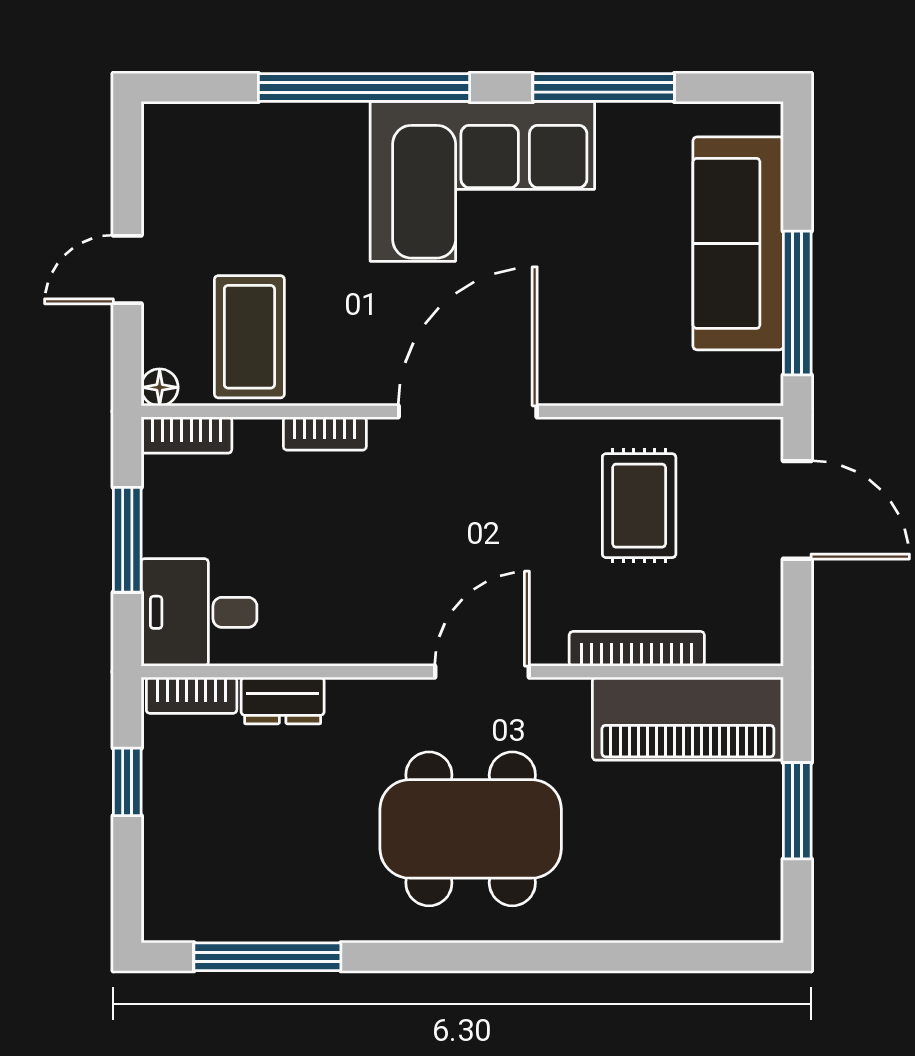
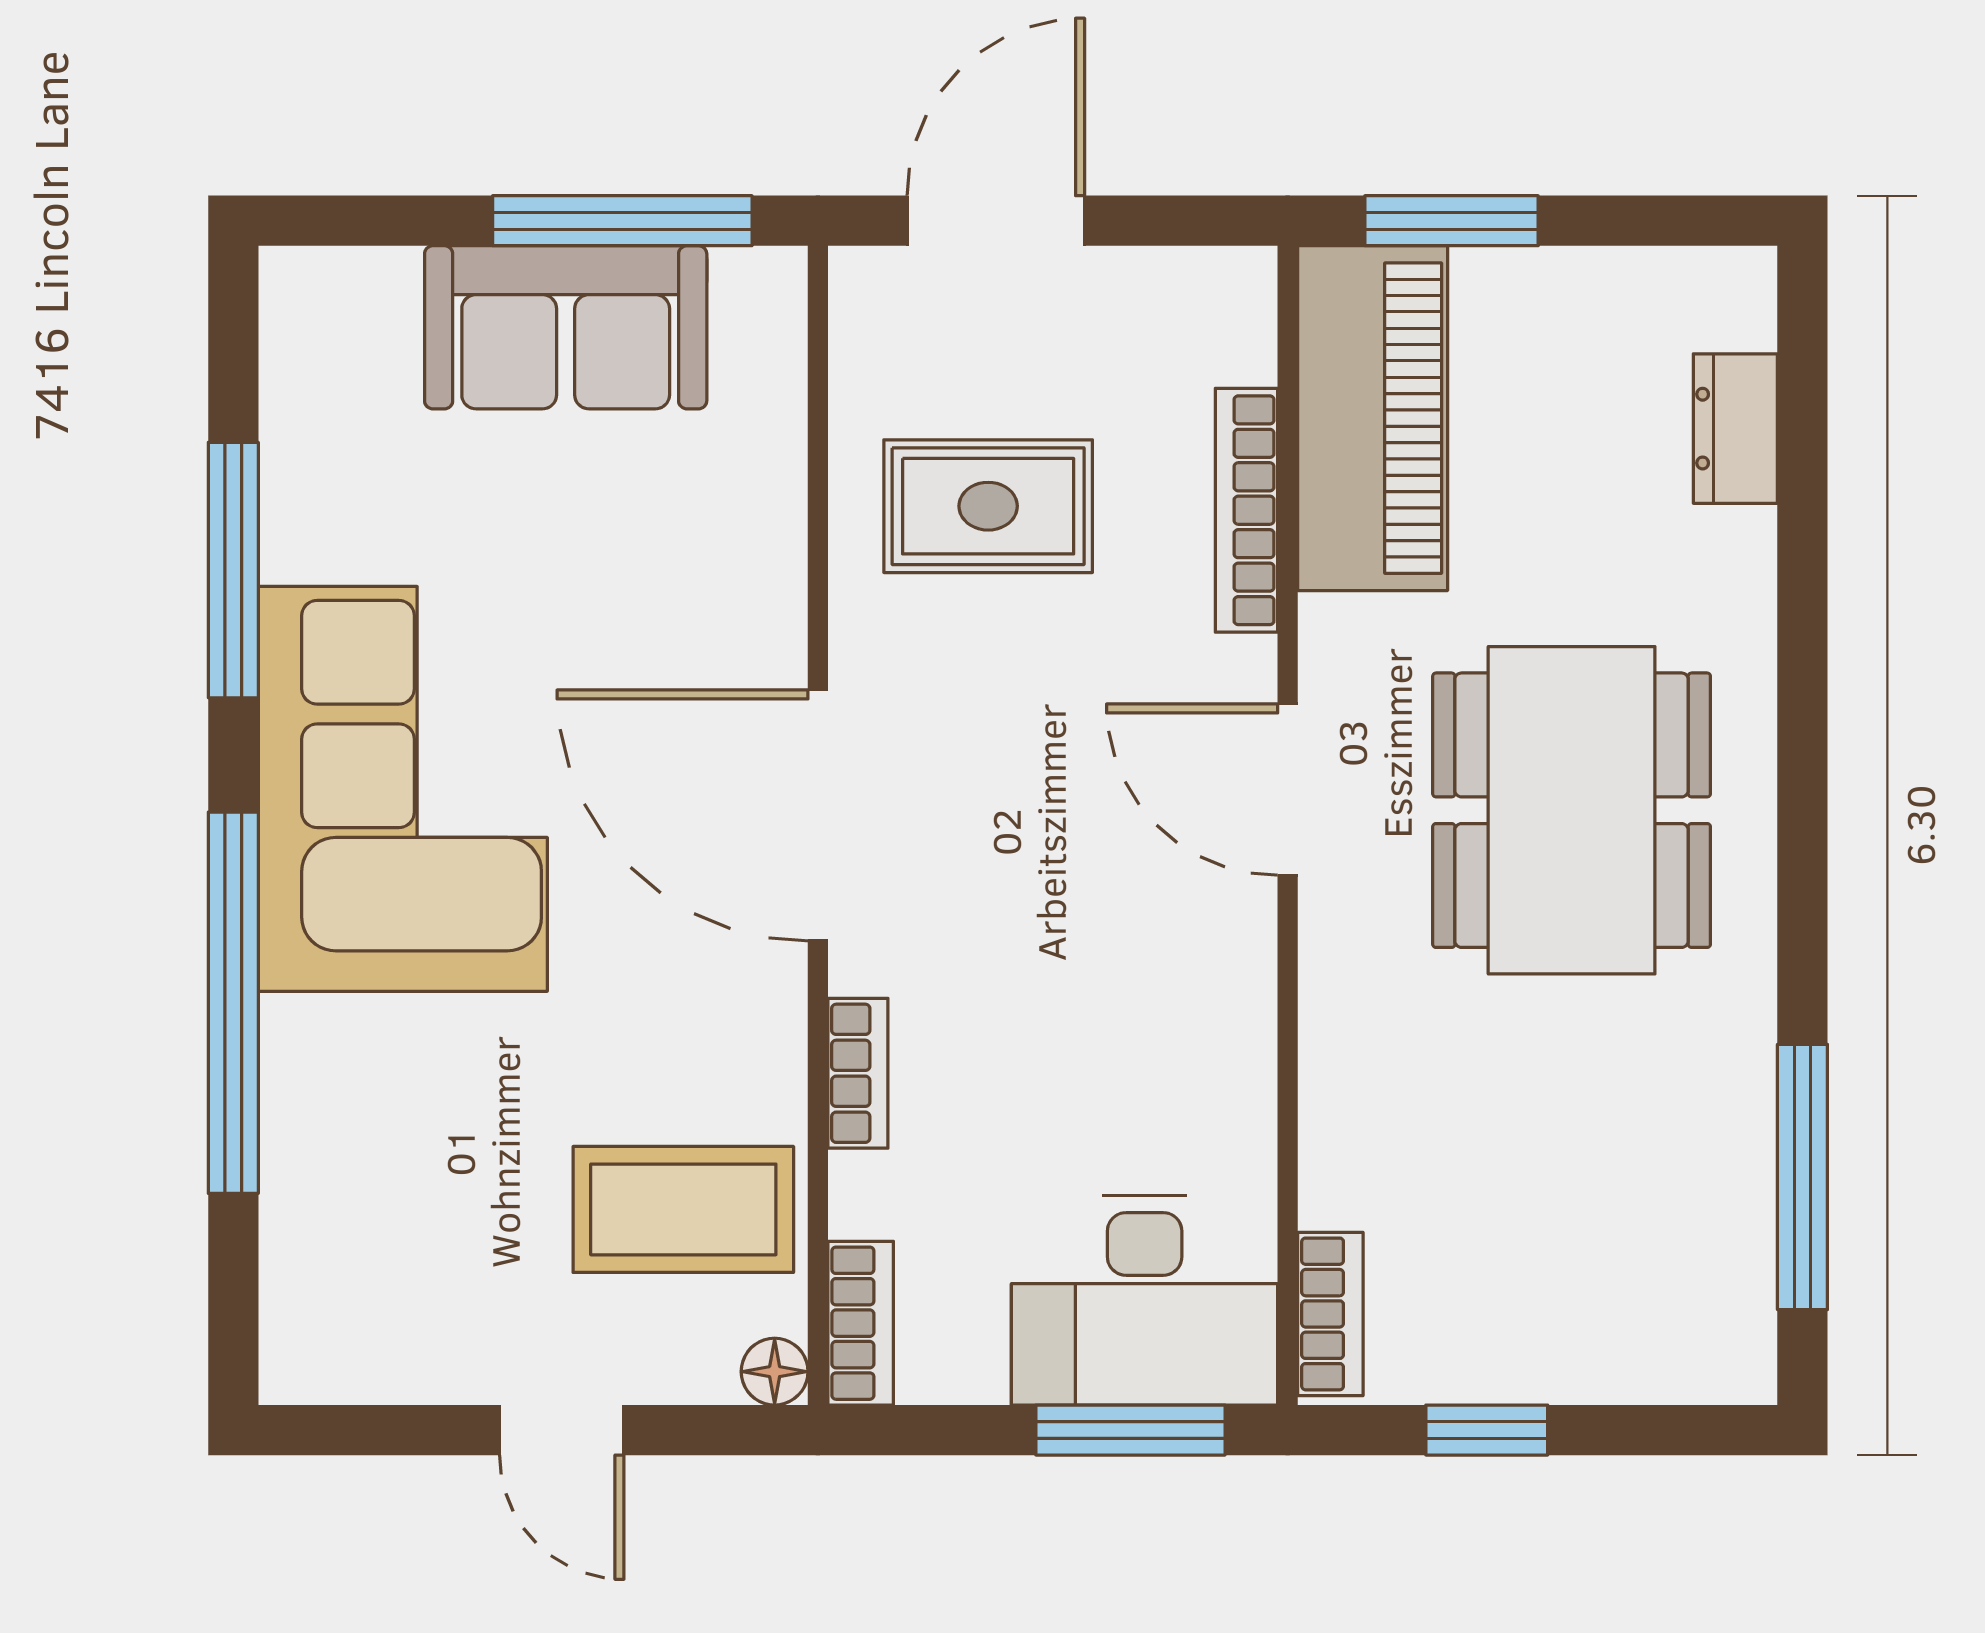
sofa: (738, 243) -> (566, 327), width x0.73
window: (127, 540) -> (1130, 1430), moved
desk: (199, 612) -> (1145, 1300), width x1.37
dresser: (283, 700) -> (1735, 429), moved, turned 180
window: (797, 811) -> (1452, 221), moved

